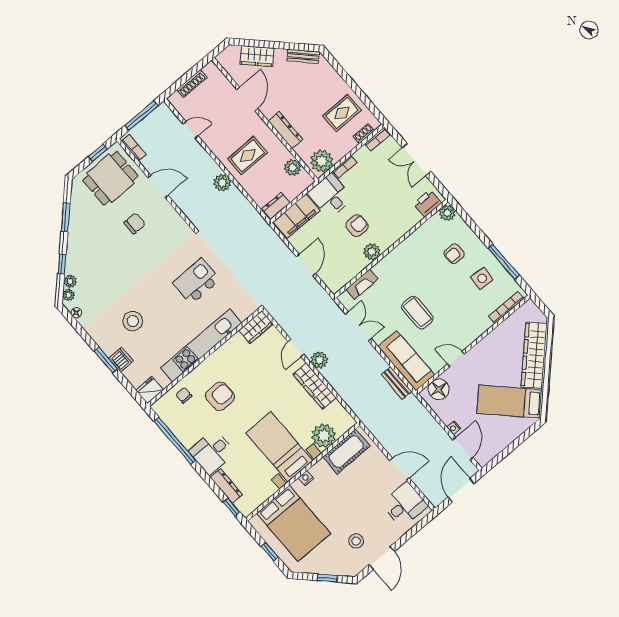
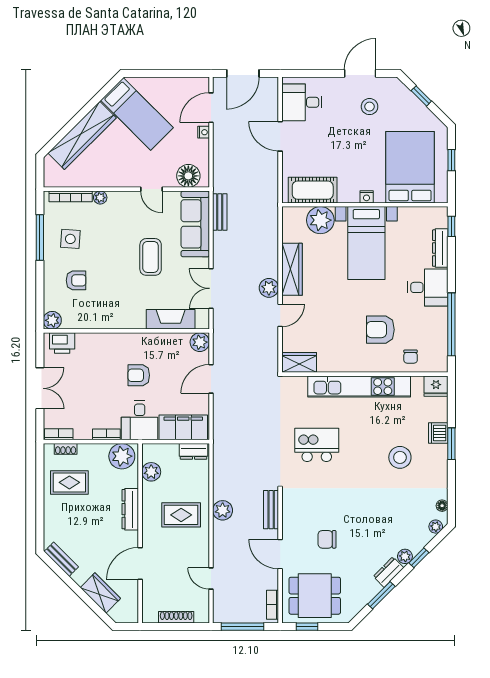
bench: (190, 211) -> (271, 510), added
dresser: (74, 237) -> (388, 572), added
plant: (372, 252) -> (200, 342), moved
plant: (70, 281) -> (405, 556), moved
kitchen island: (196, 281) -> (317, 445), turned 180
fireplace: (362, 284) -> (171, 319), width x1.37, depth x1.32
plant: (486, 324) -> (100, 198), added

